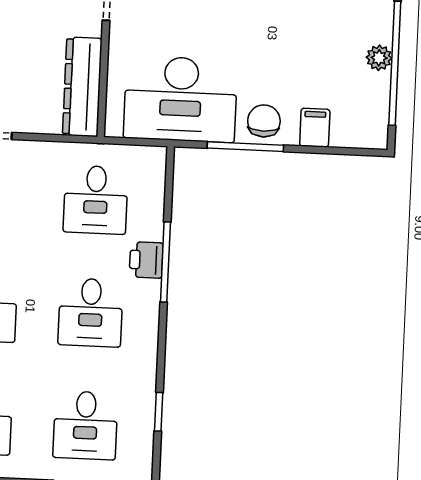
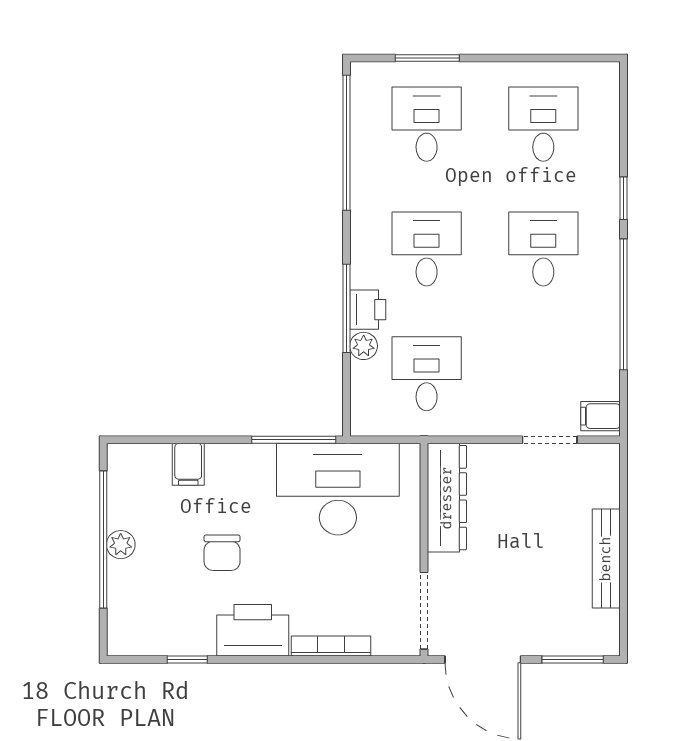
chair: (264, 121) -> (222, 553), moved
window: (245, 147) -> (294, 440), moved
plant: (151, 227) -> (364, 346), added
window: (159, 412) -> (346, 143), width x3.17

